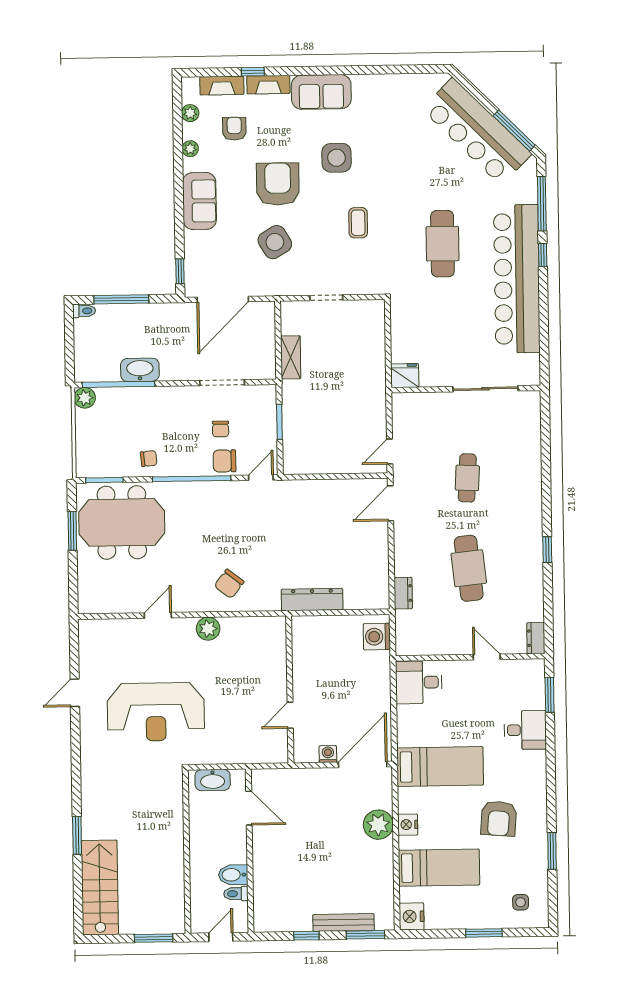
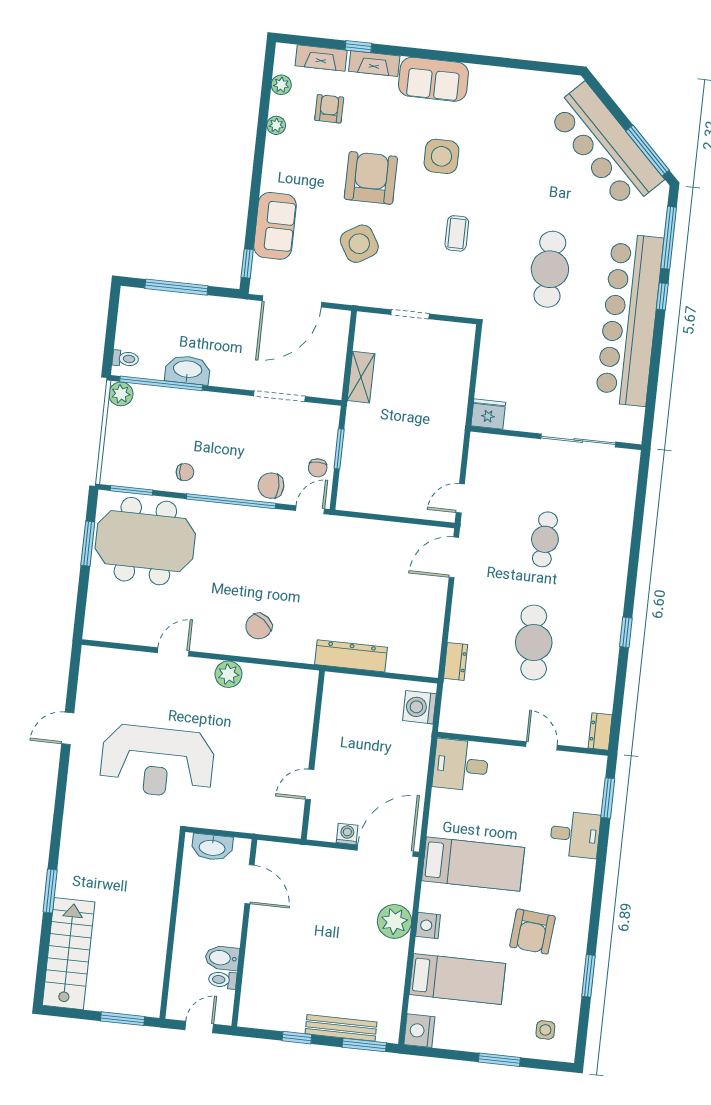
sofa: (199, 201) -> (275, 226), moved
toilet: (84, 311) -> (125, 359), moved
chair: (221, 429) -> (318, 468), moved

